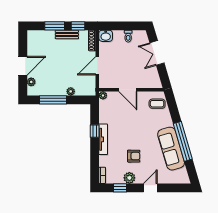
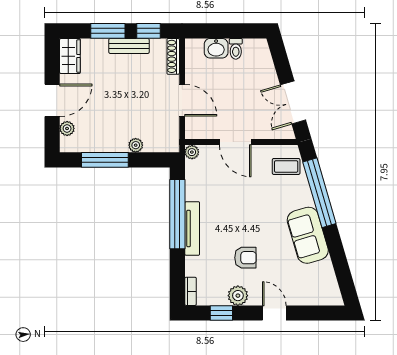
washbasin: (106, 36) -> (216, 48), moved
wardrobe: (33, 40) -> (70, 56), added
double door: (157, 53) -> (293, 102), moved
door: (97, 66) -> (182, 100), swing flipped
window: (95, 131) -> (177, 214), width x3.17
window: (183, 141) -> (319, 193), moved
sofa: (171, 149) -> (308, 235), width x0.73
door: (150, 188) -> (274, 313), hinge flipped

